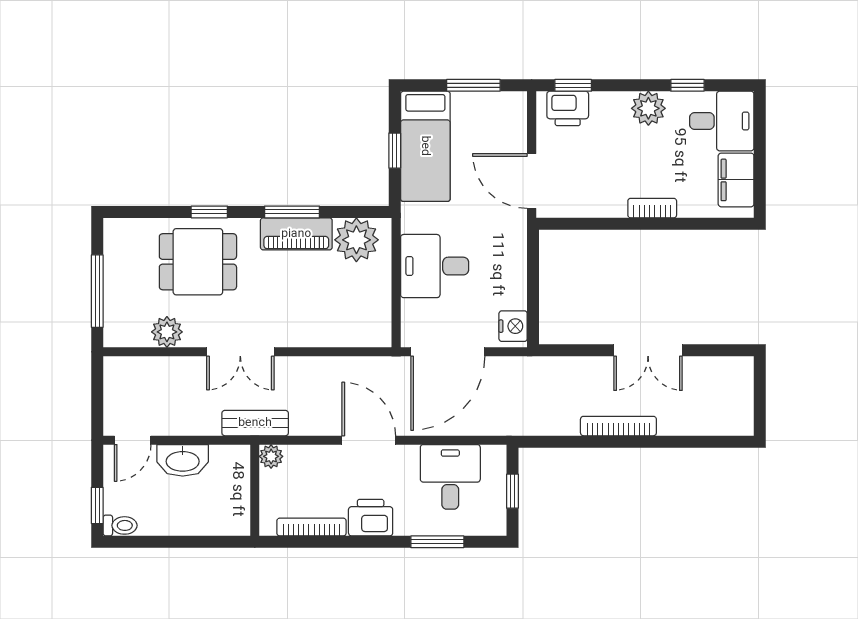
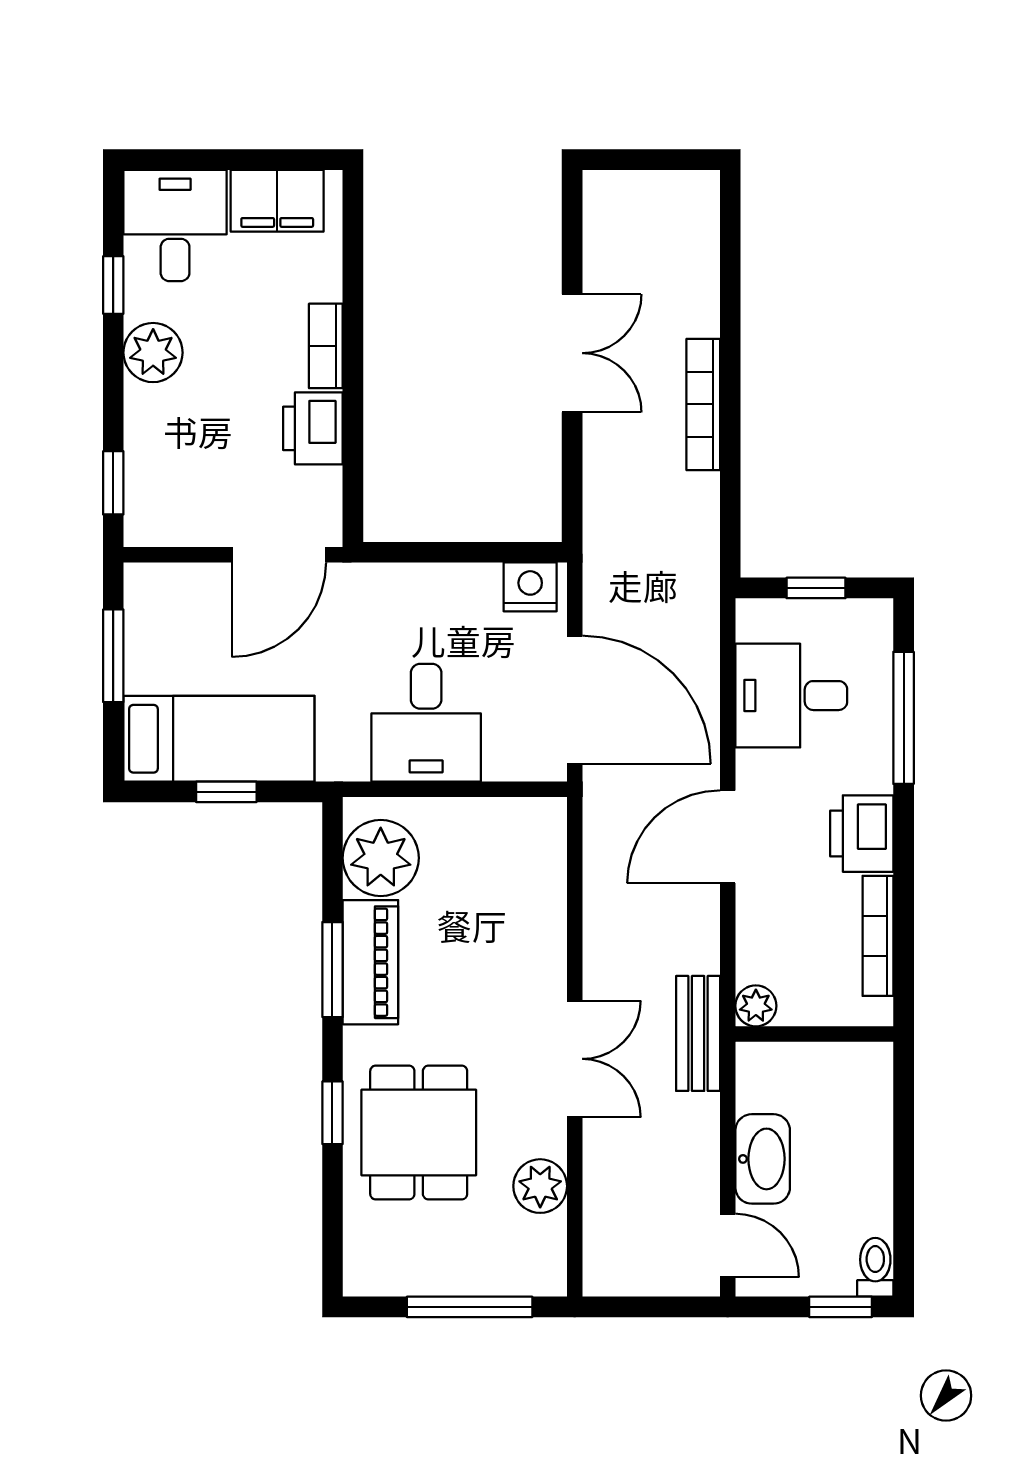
printer: (568, 108) -> (313, 428), moved, turned 180
window: (437, 542) -> (904, 718), width x1.44

